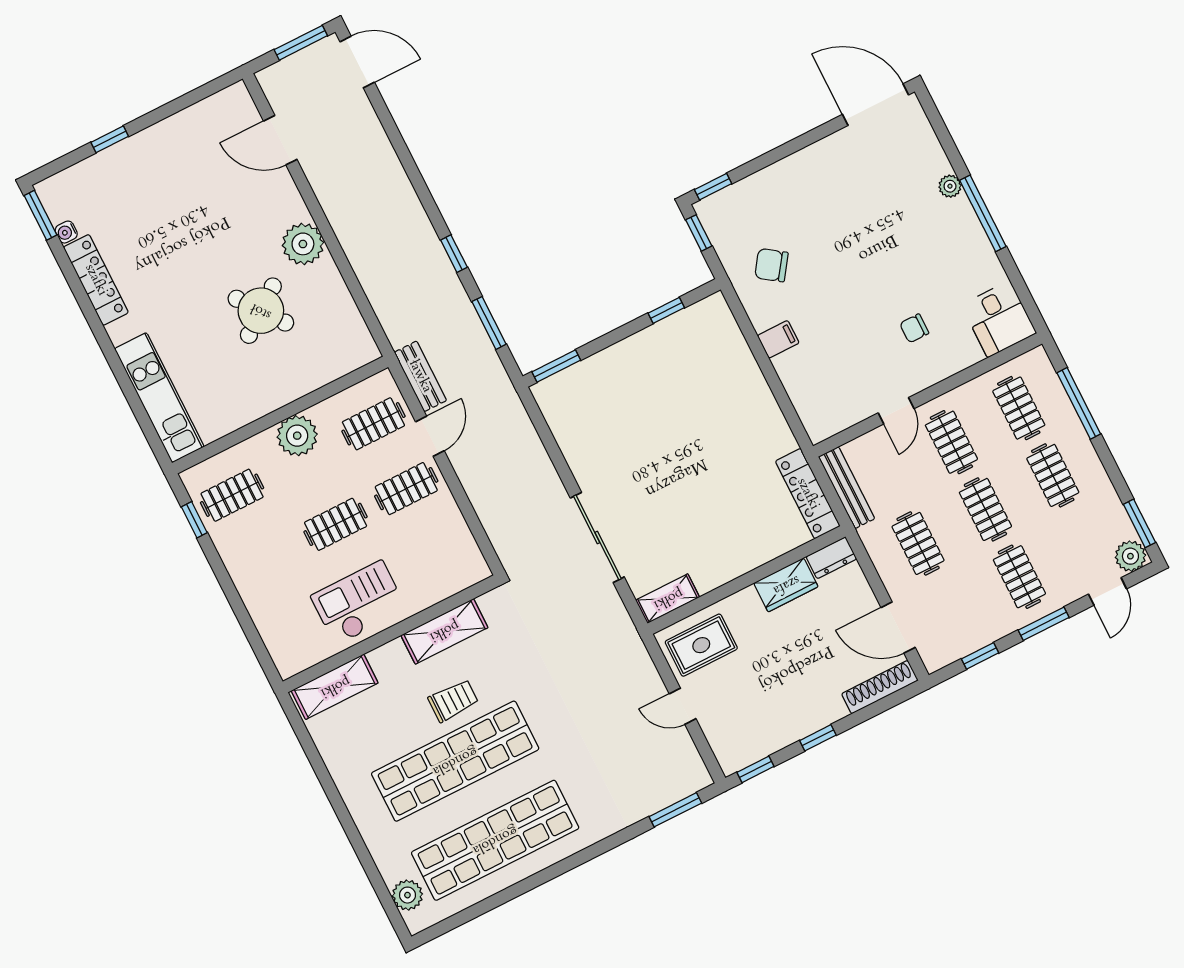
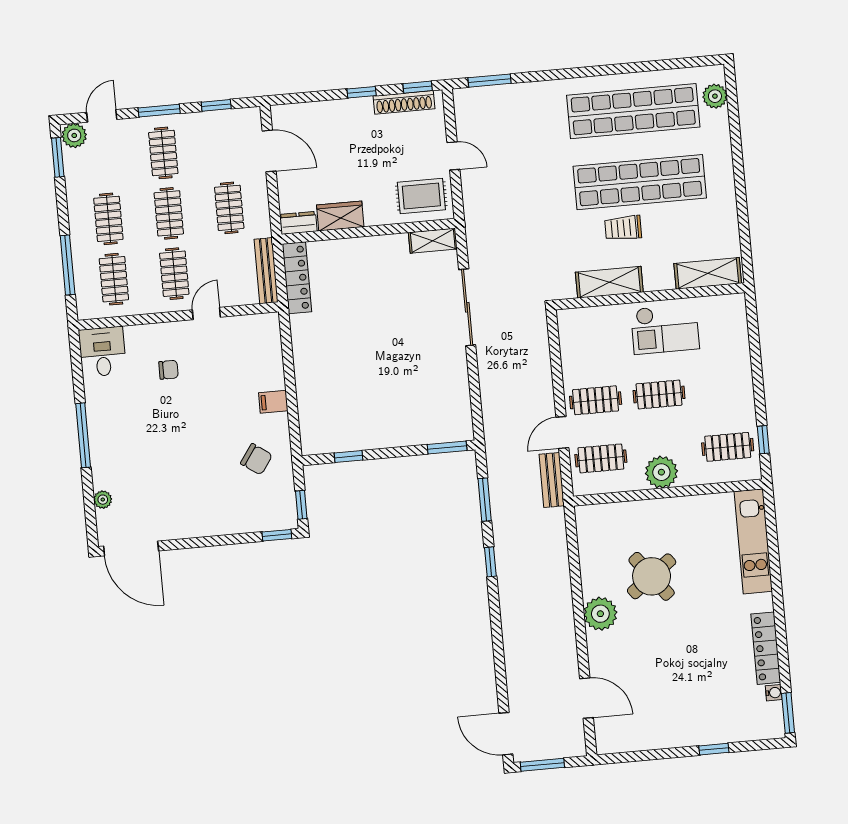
plant: (950, 186) -> (103, 500), moved
shoe rack: (880, 687) -> (404, 102), moved

